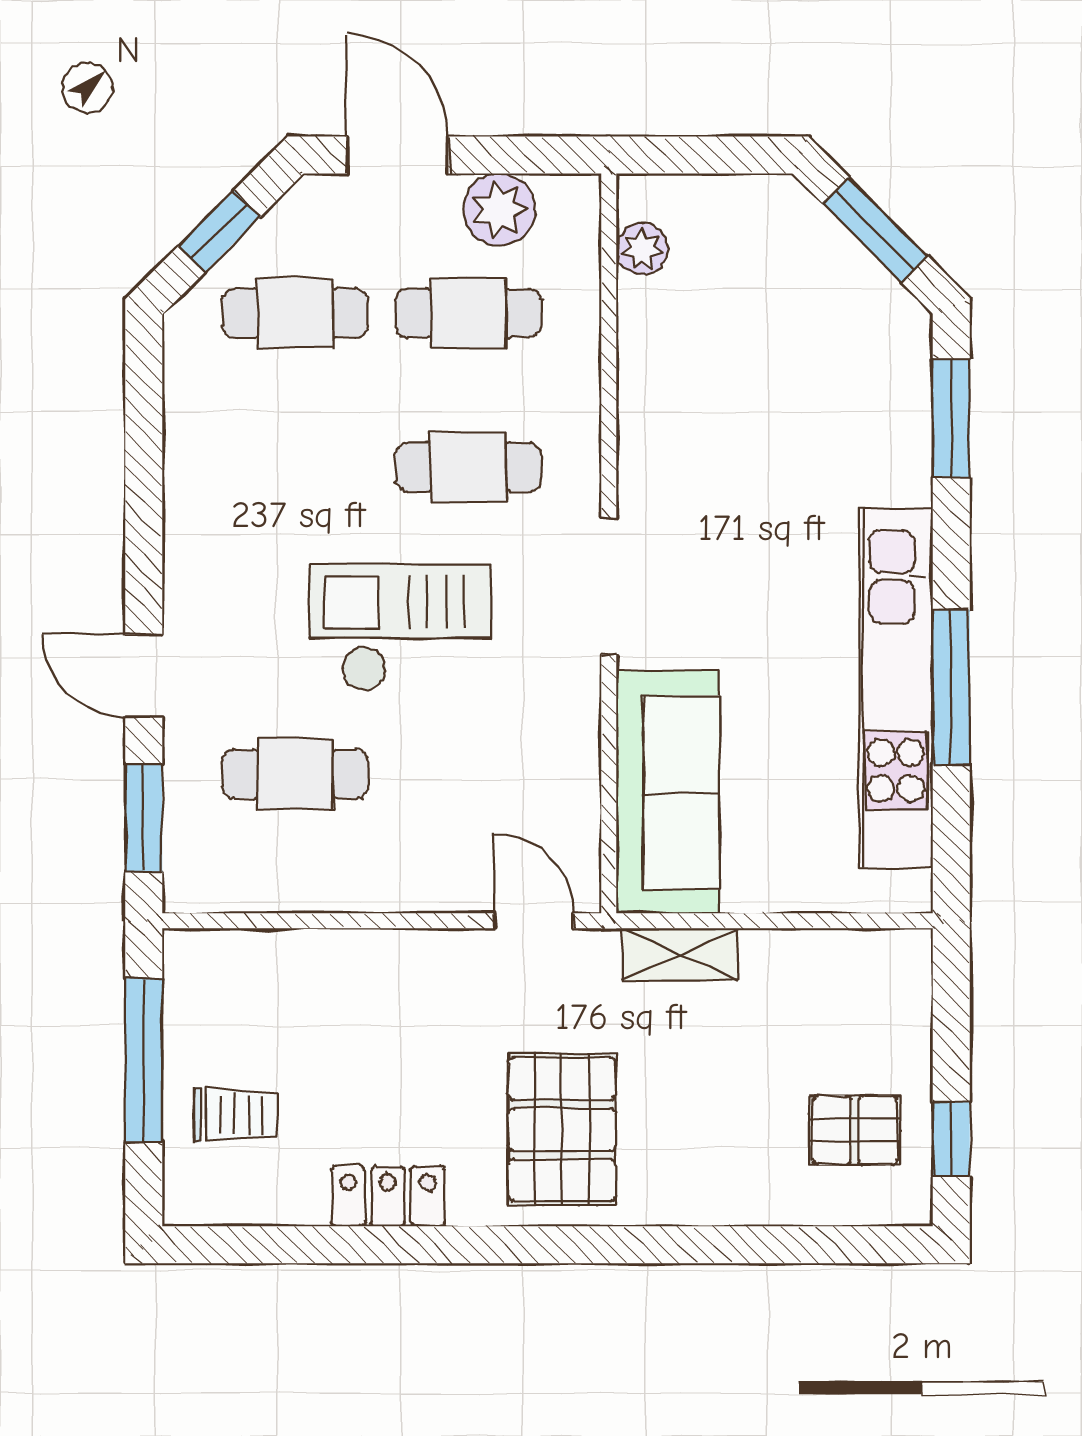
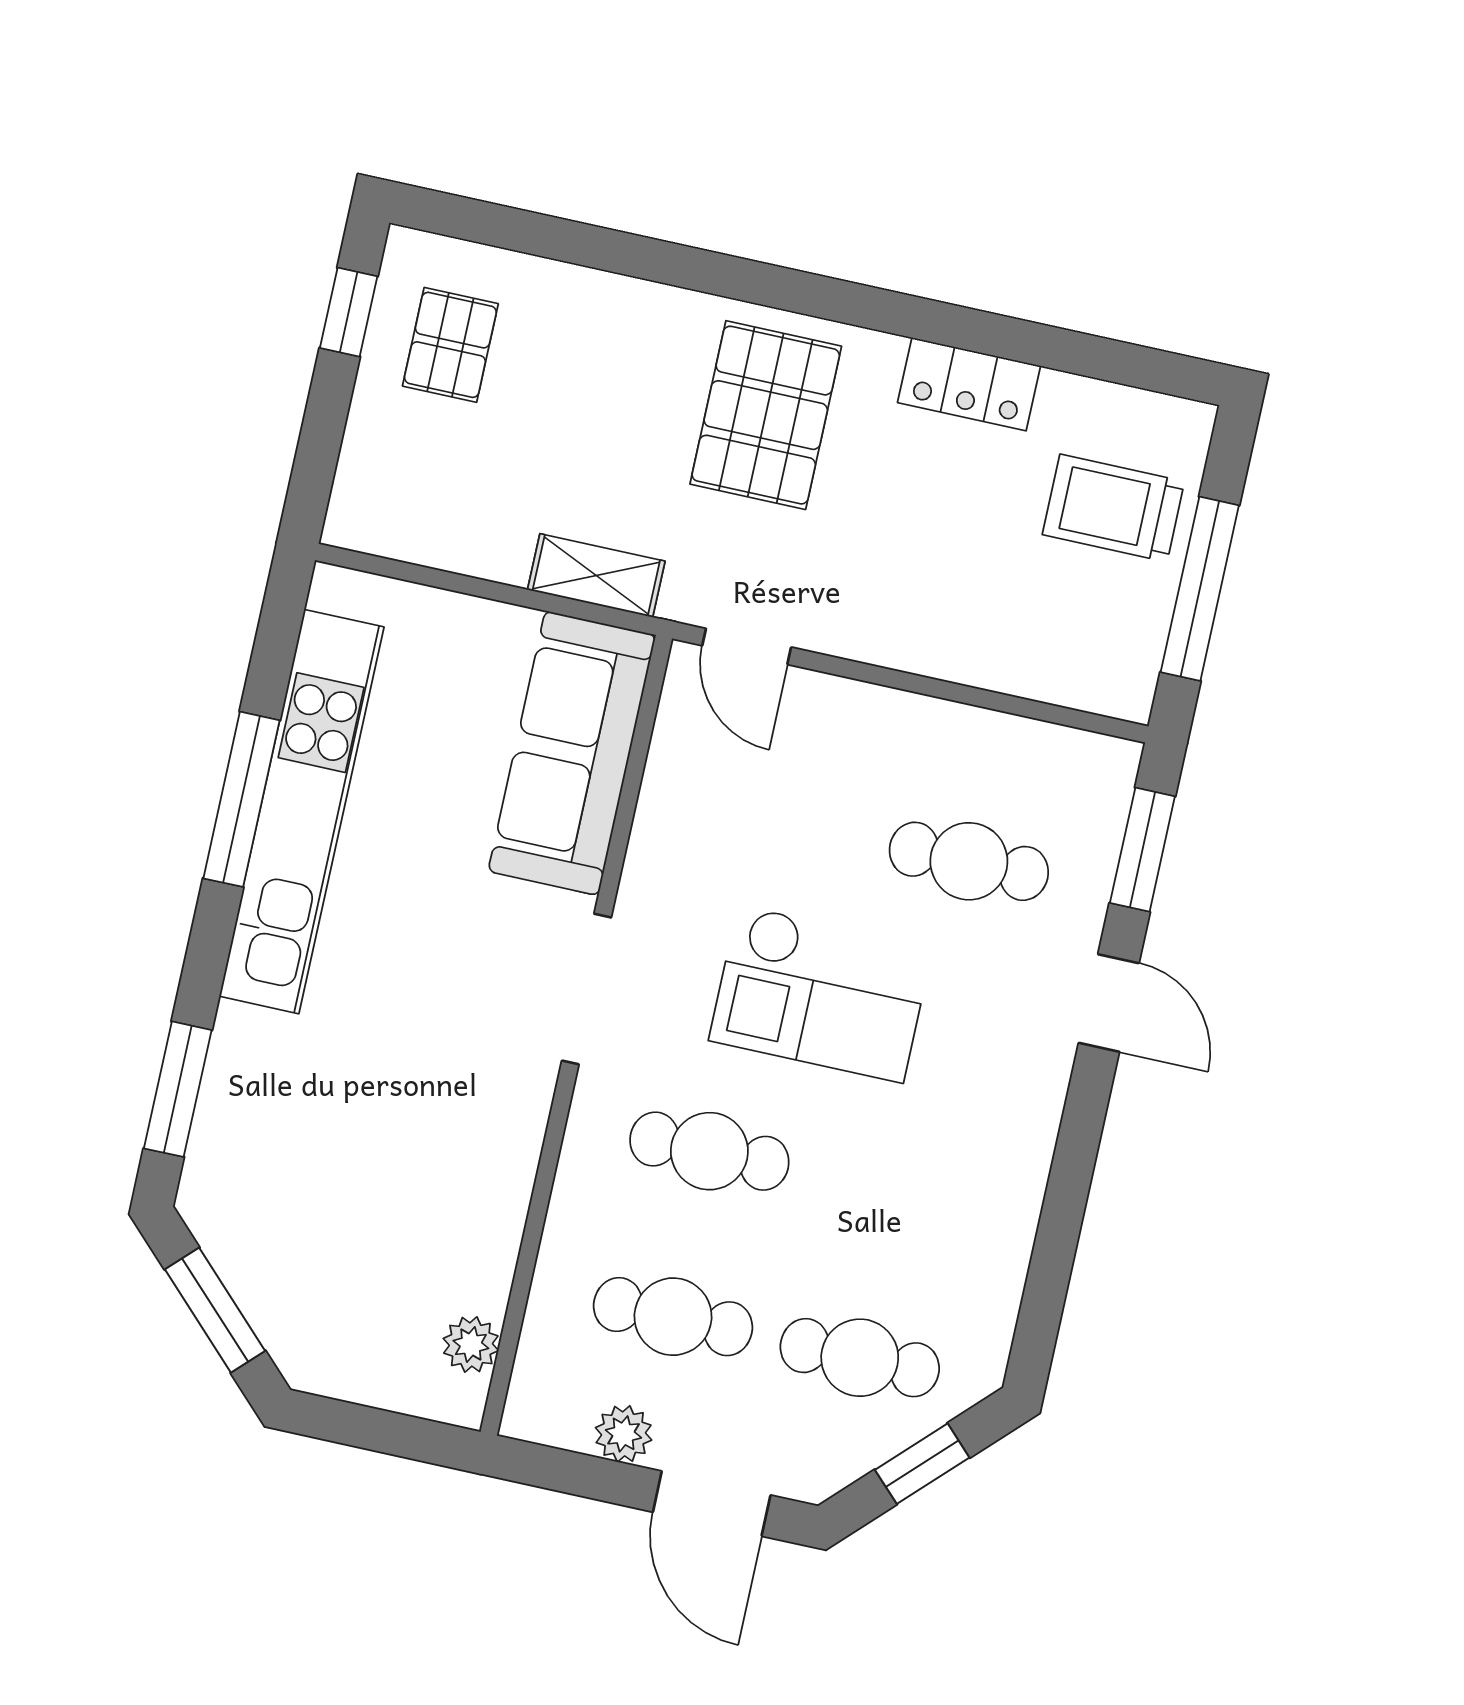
plant: (499, 210) -> (624, 1434), width x0.73, depth x0.73
trolley: (236, 1115) -> (1113, 508), width x1.36, depth x1.39
pallet: (855, 1130) -> (450, 345), turned 90

